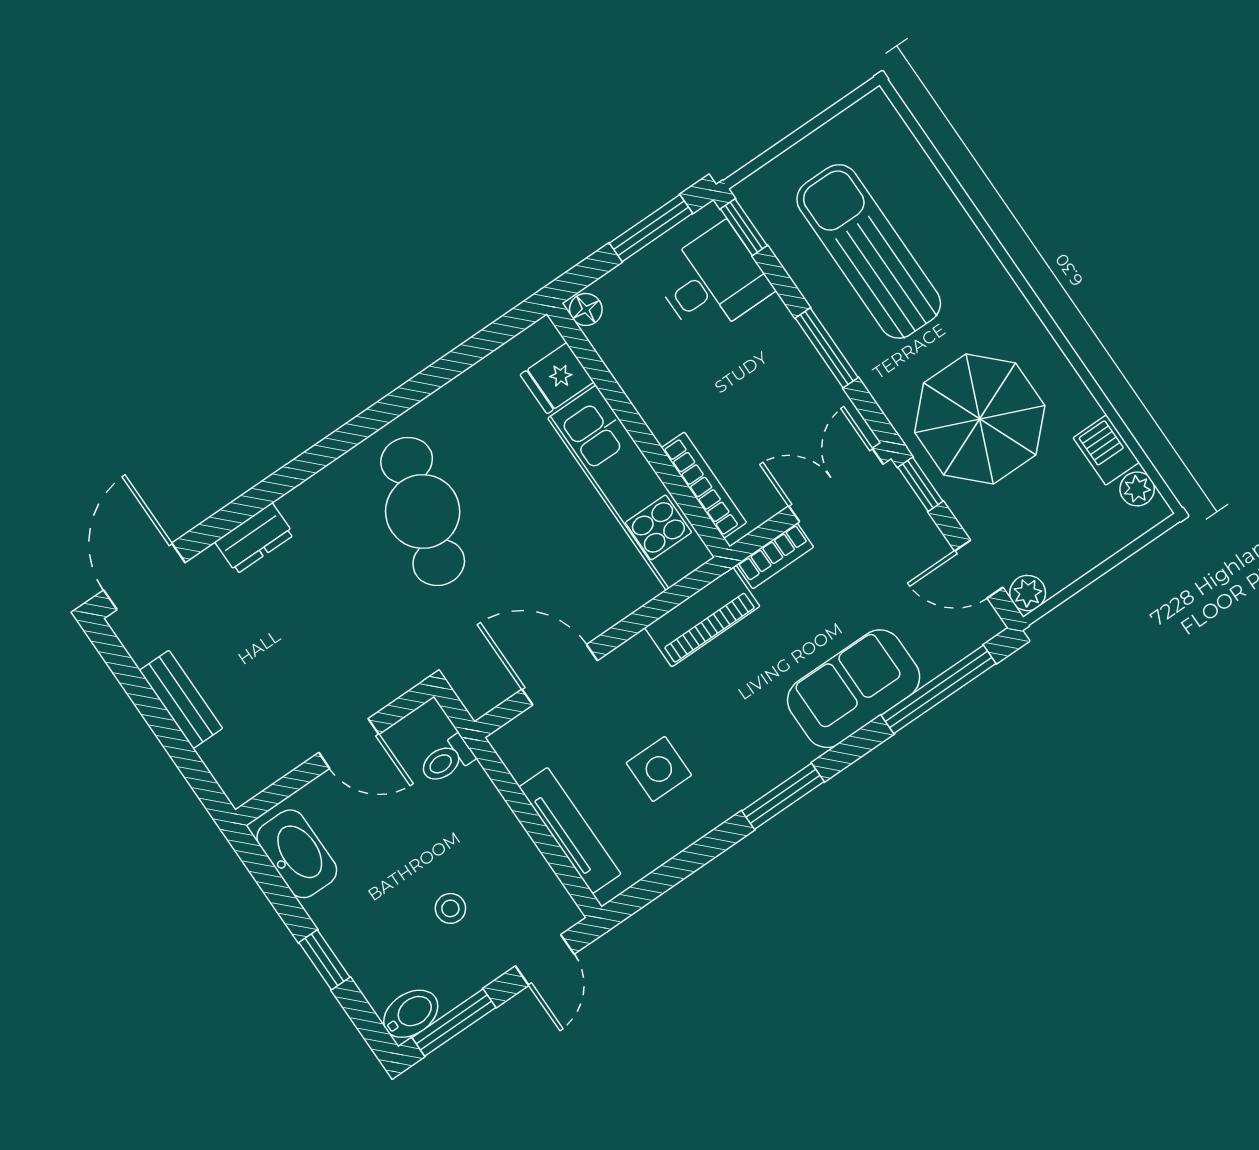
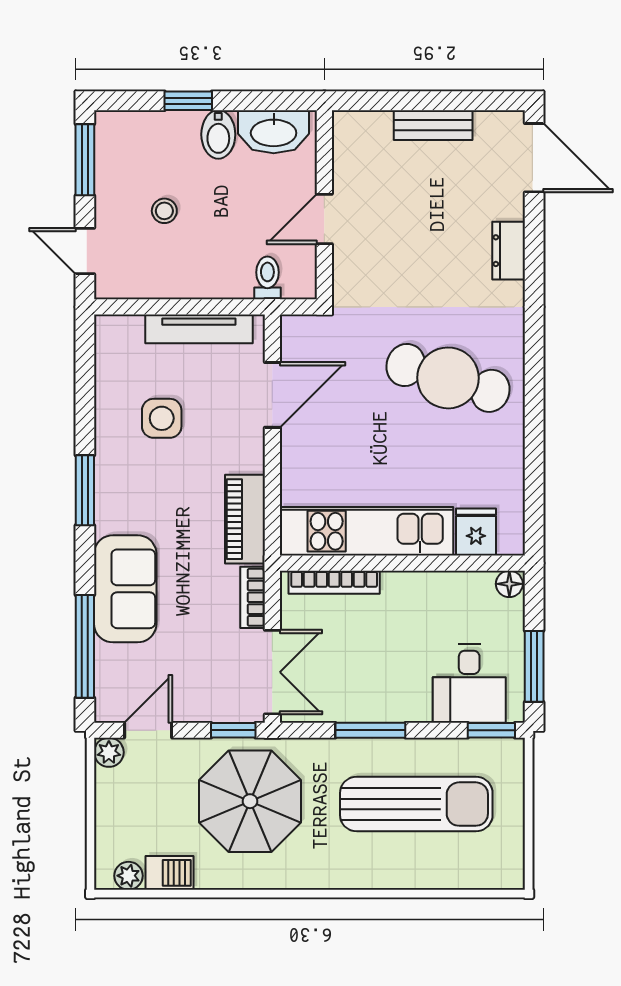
tv unit: (570, 830) -> (199, 329), moved
bidet: (411, 1014) -> (218, 134), moved

